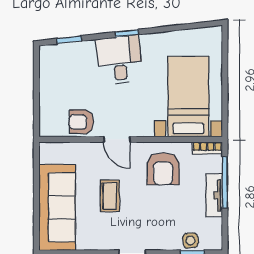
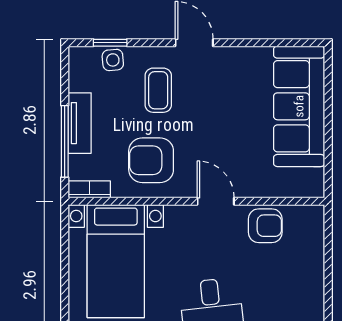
armchair: (163, 169) -> (151, 160), turned -90
coffee table: (110, 196) -> (158, 90), moved

